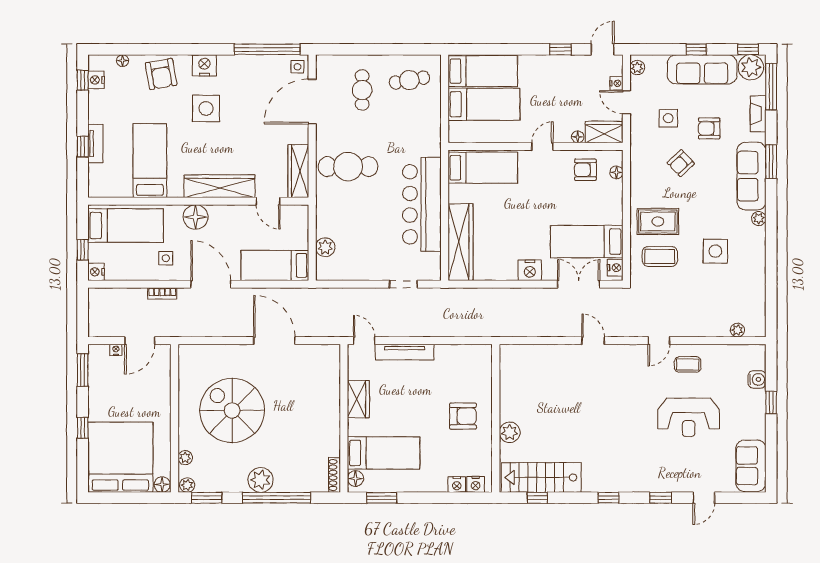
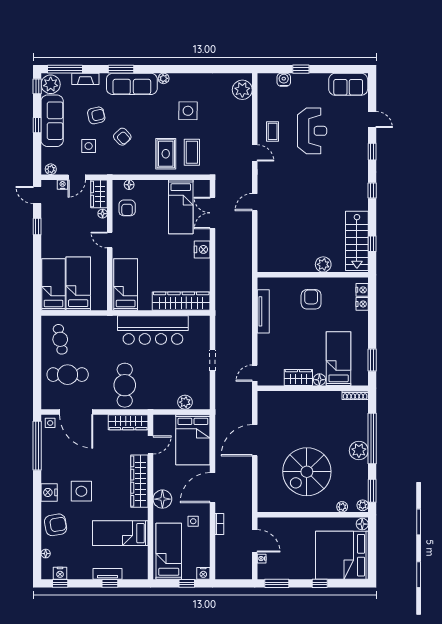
cafe table: (362, 90) -> (68, 375), width x1.37, depth x1.35
armchair: (709, 128) -> (96, 115), turned -103
bed: (275, 265) -> (193, 440), width x1.50
nightstand: (615, 268) -> (200, 186), removed
doorway: (403, 284) -> (213, 360), moved
plant: (737, 330) -> (242, 90), width x1.88, depth x1.88
tv unit: (405, 352) -> (263, 311), moved
floor lamp: (355, 479) -> (319, 380), moved

